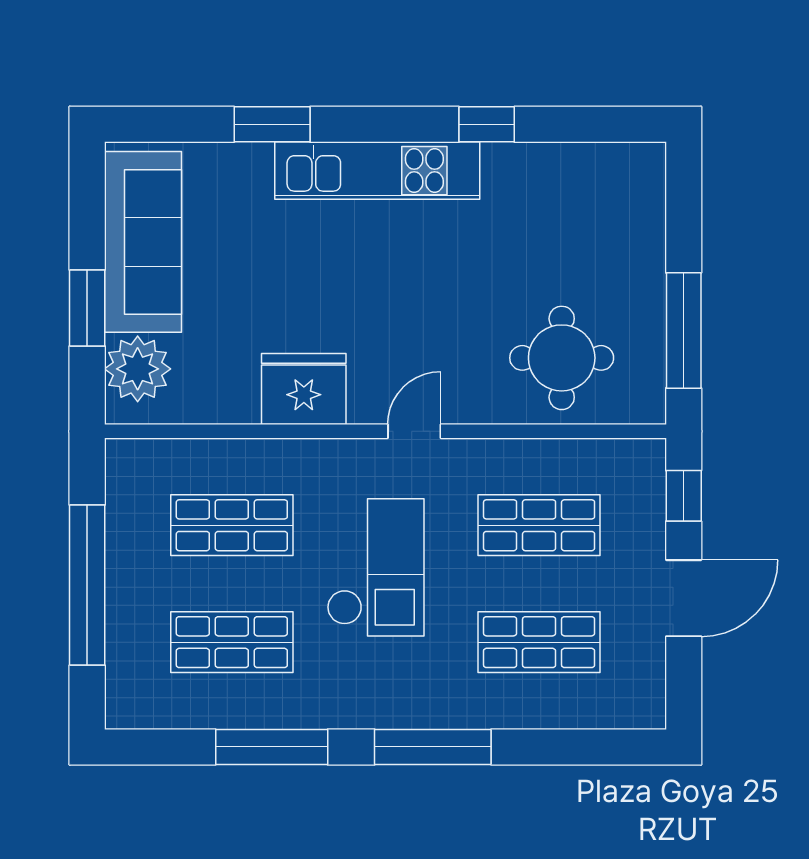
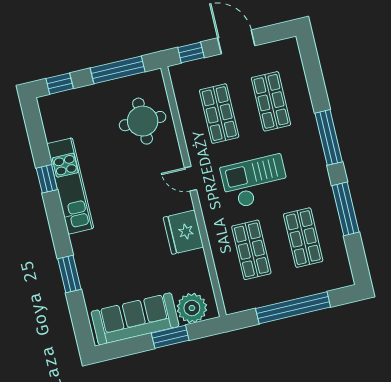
kitchen unit: (377, 171) -> (70, 186), moved
window: (684, 200) -> (60, 84), added

